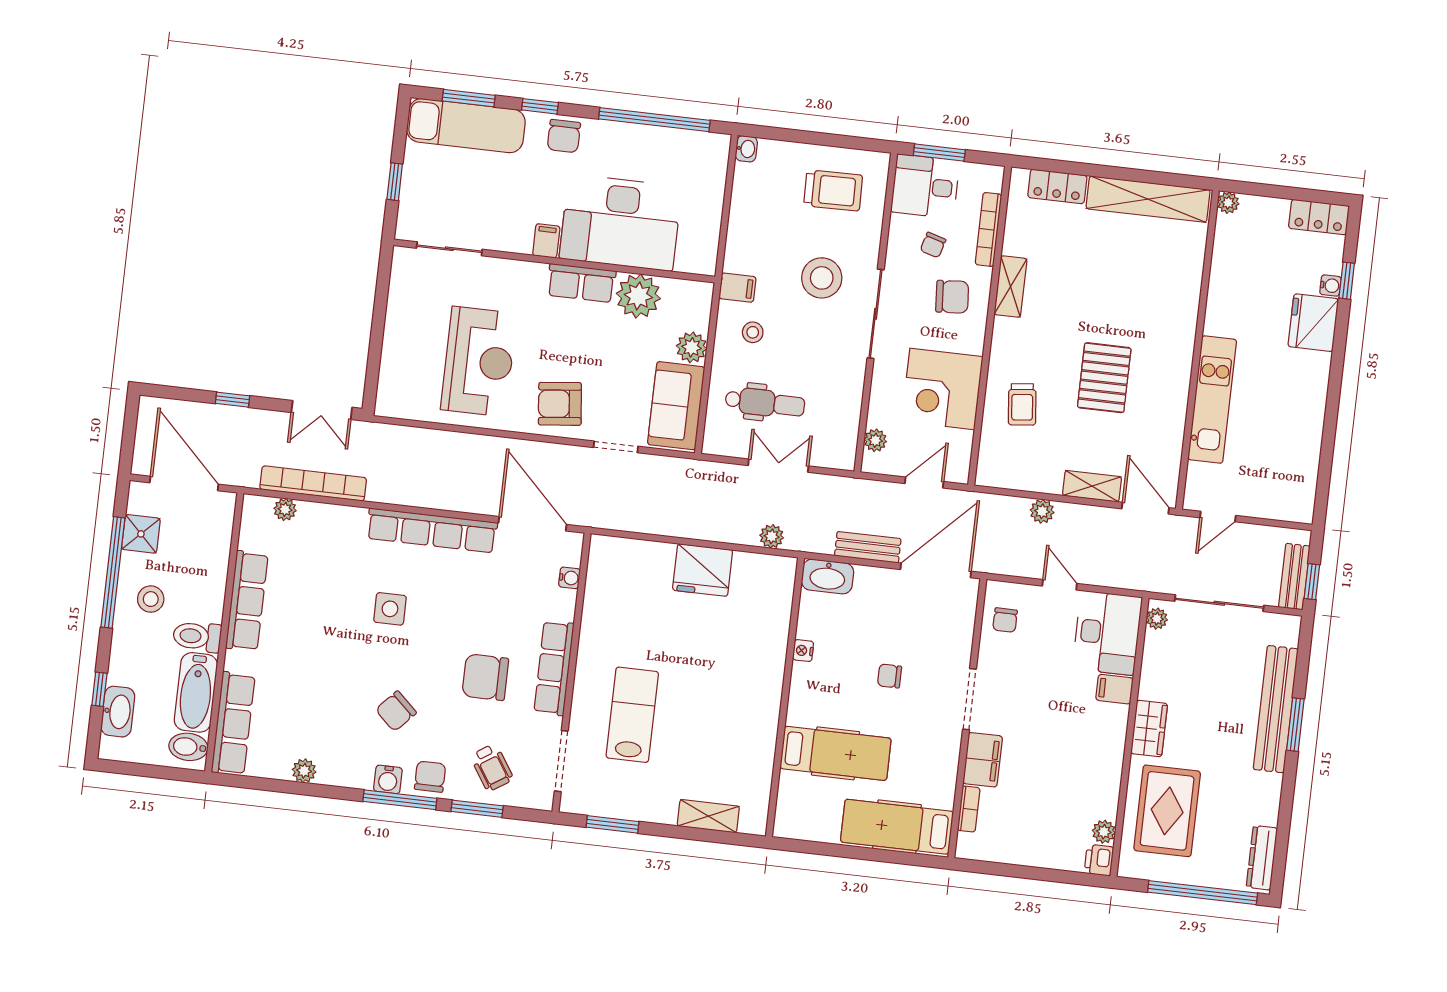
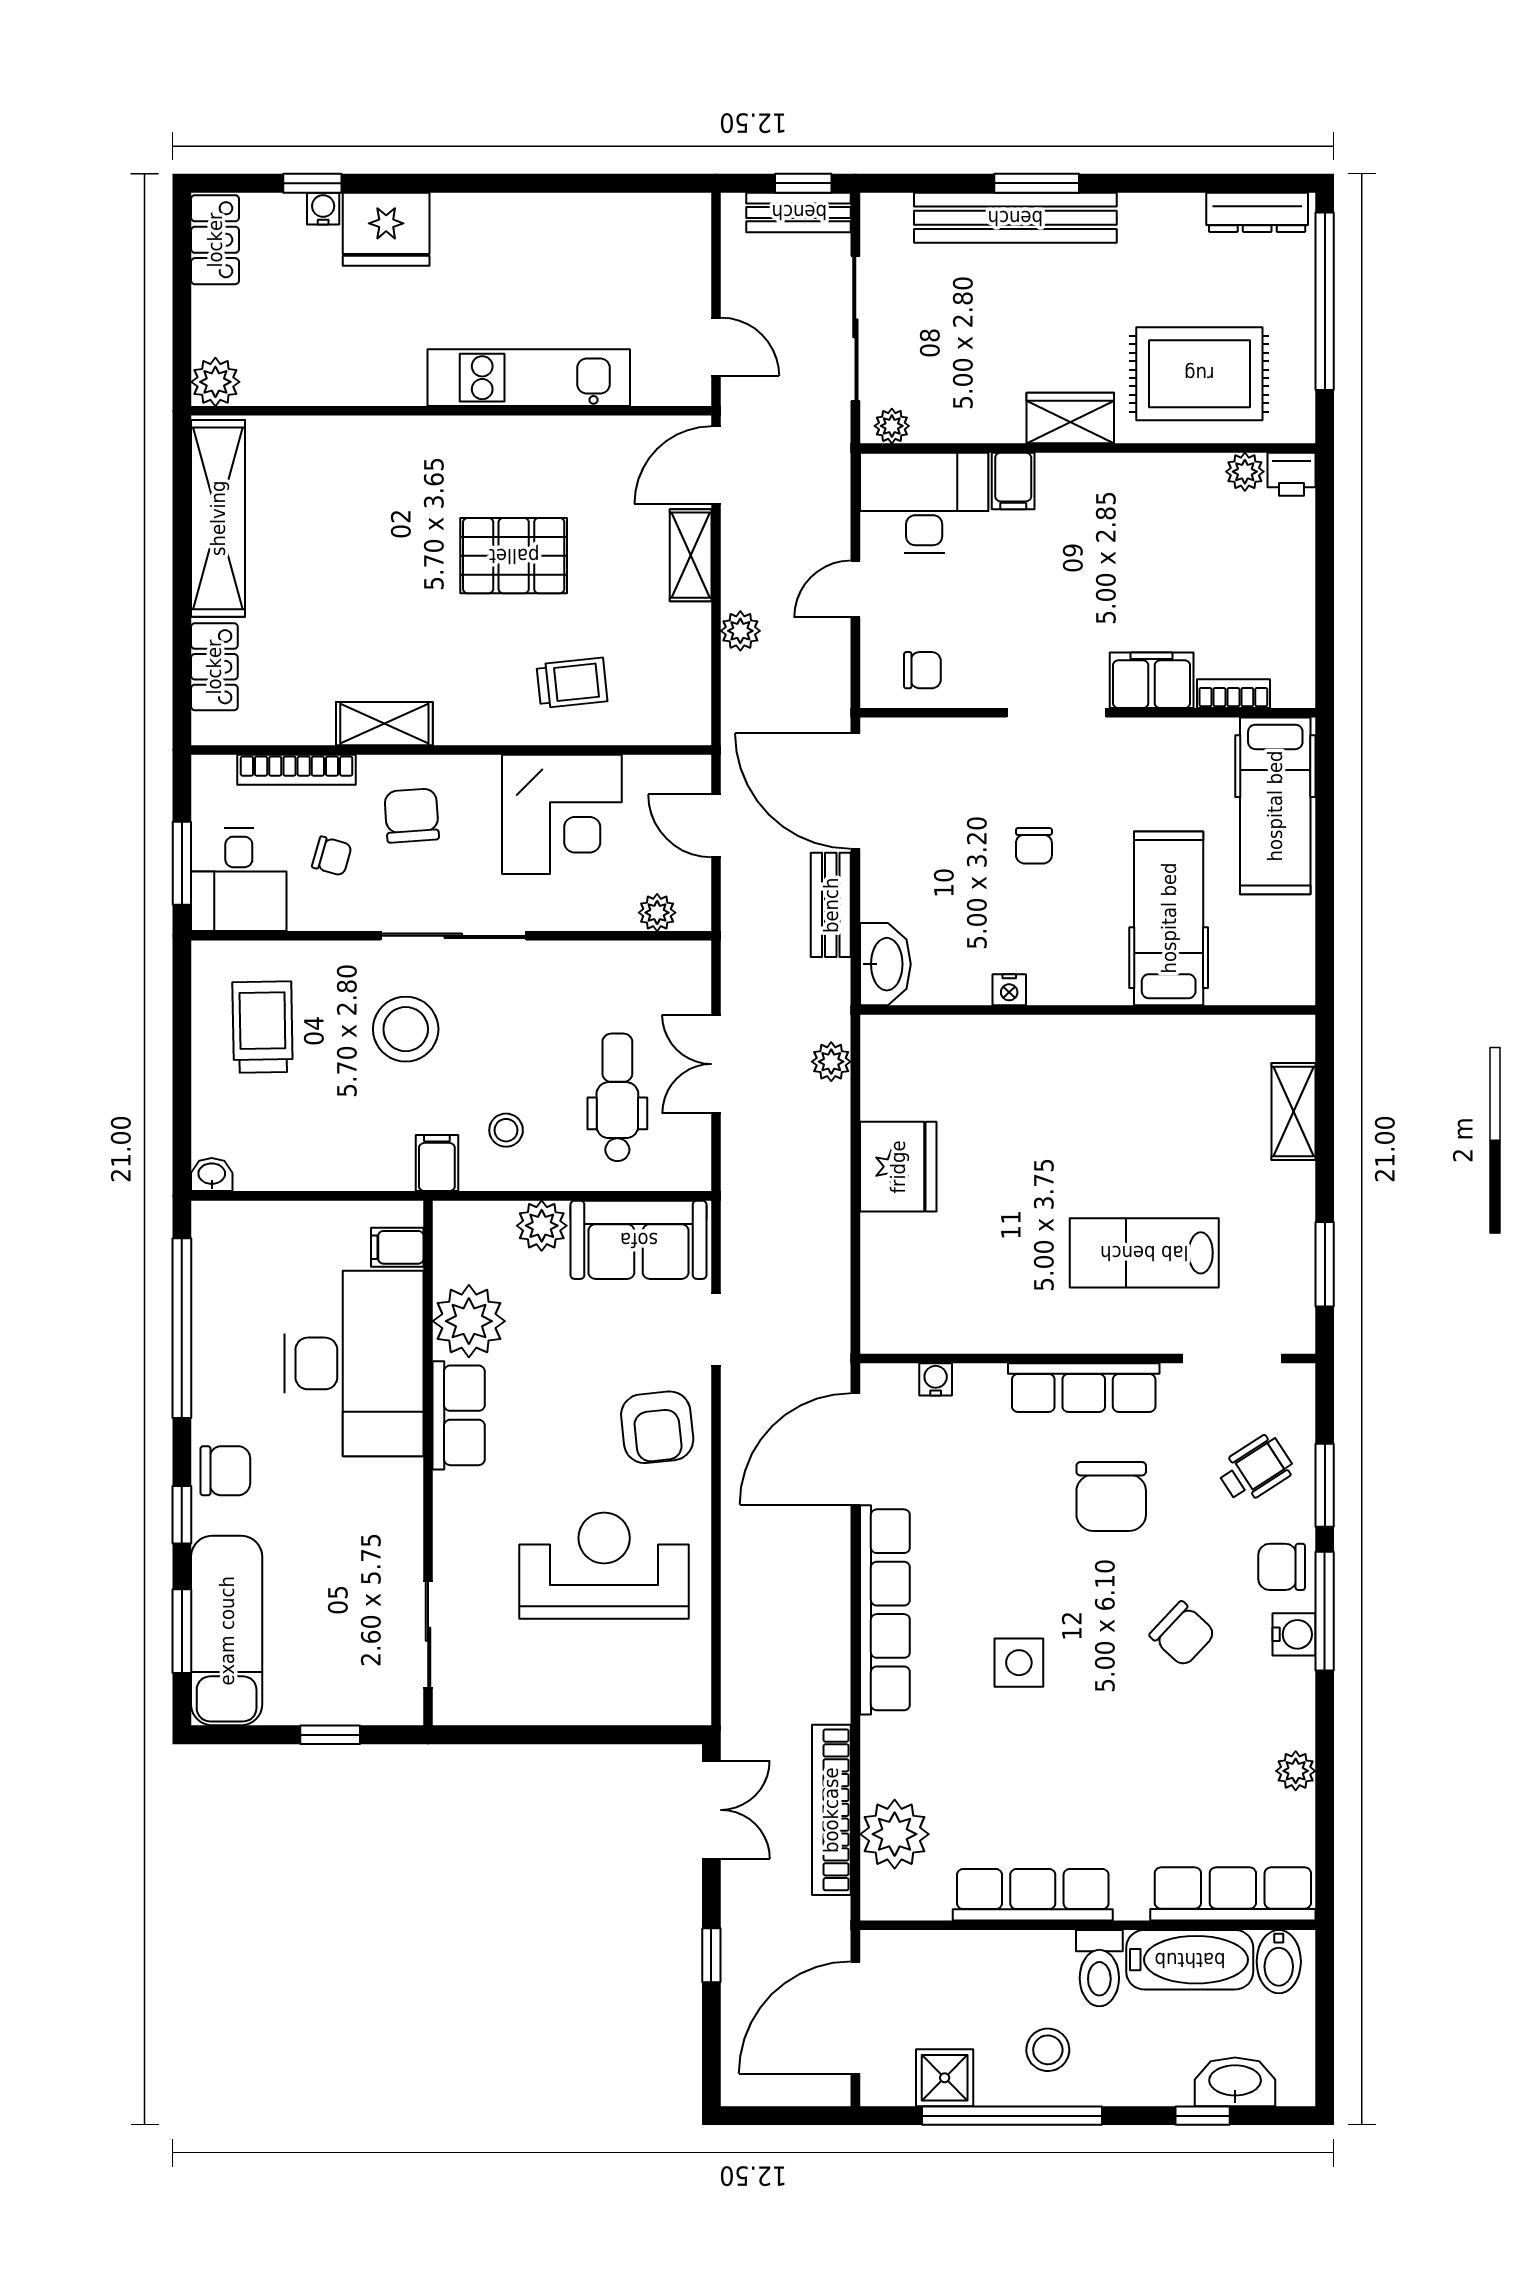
plant: (1228, 203) -> (215, 382), width x1.38, depth x1.38
filing cabinet: (546, 241) -> (397, 1247), moved
plant: (285, 509) -> (895, 1834), width x1.87, depth x1.87

